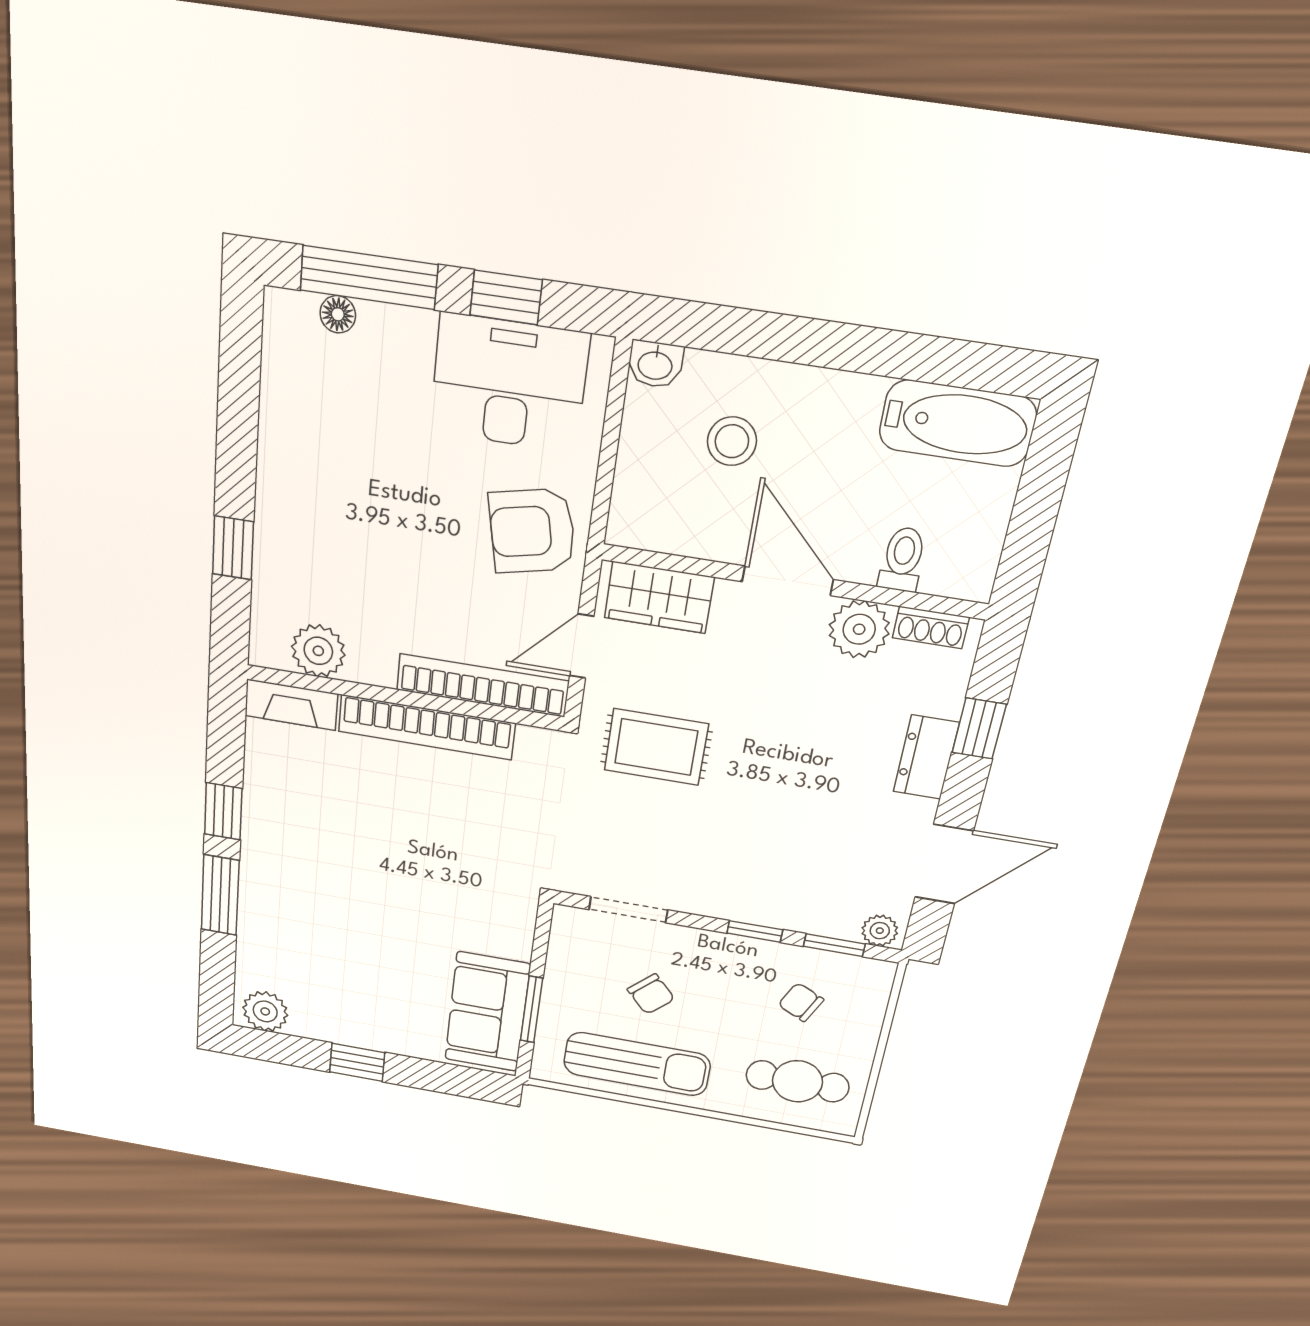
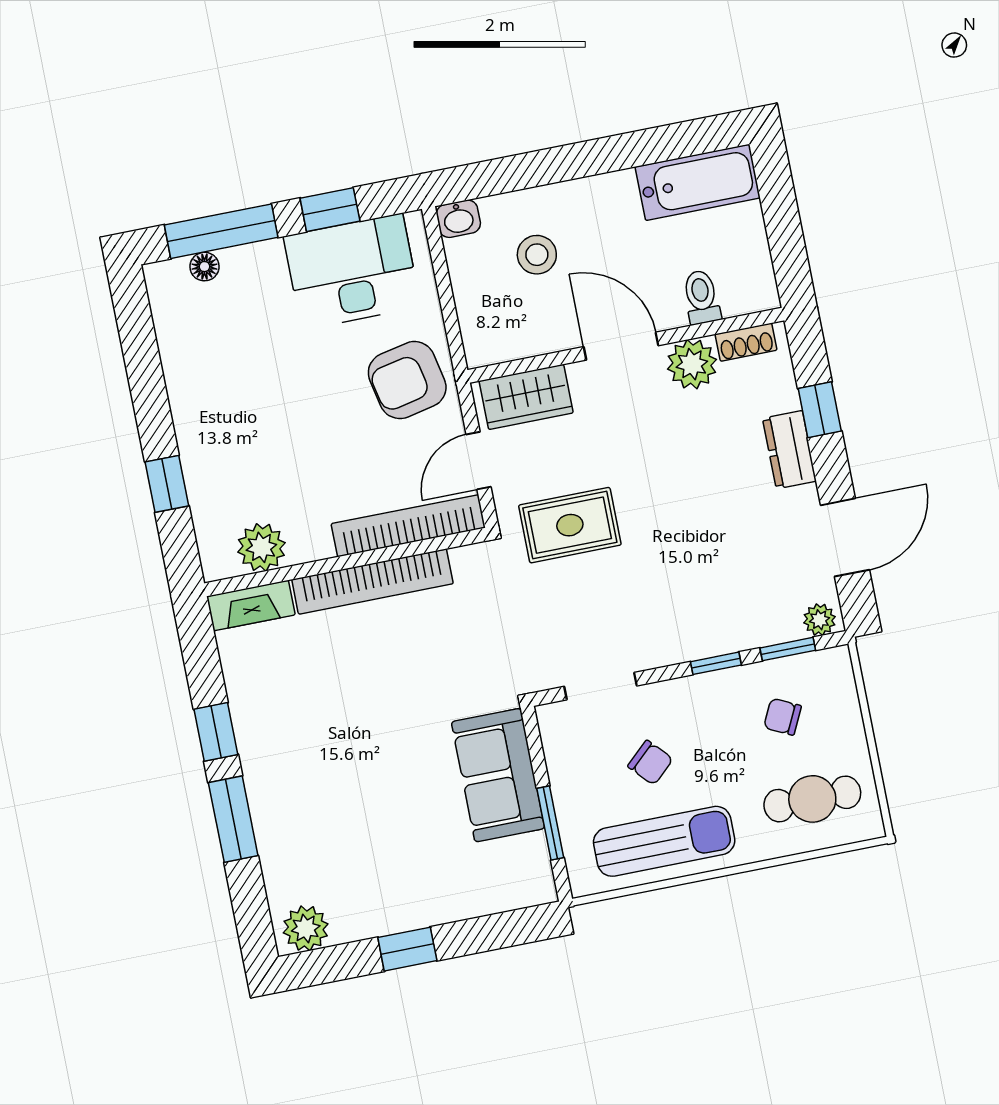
sofa: (487, 1012) -> (498, 775), moved

